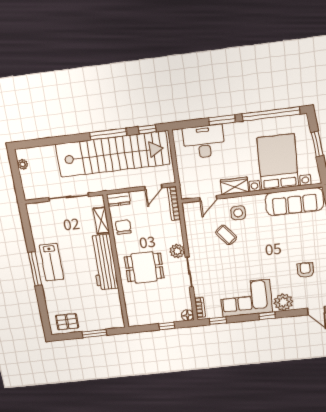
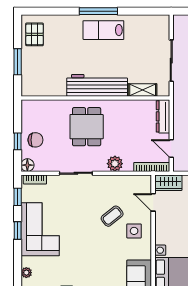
wardrobe: (235, 186) -> (168, 183), moved, turned 90
dresser: (119, 199) -> (163, 116), width x1.44
chair: (123, 227) -> (35, 140), moved
plant: (177, 251) -> (115, 164), moved
plant: (283, 302) -> (26, 273), width x0.53, depth x0.53
window: (267, 316) -> (18, 230), moved

